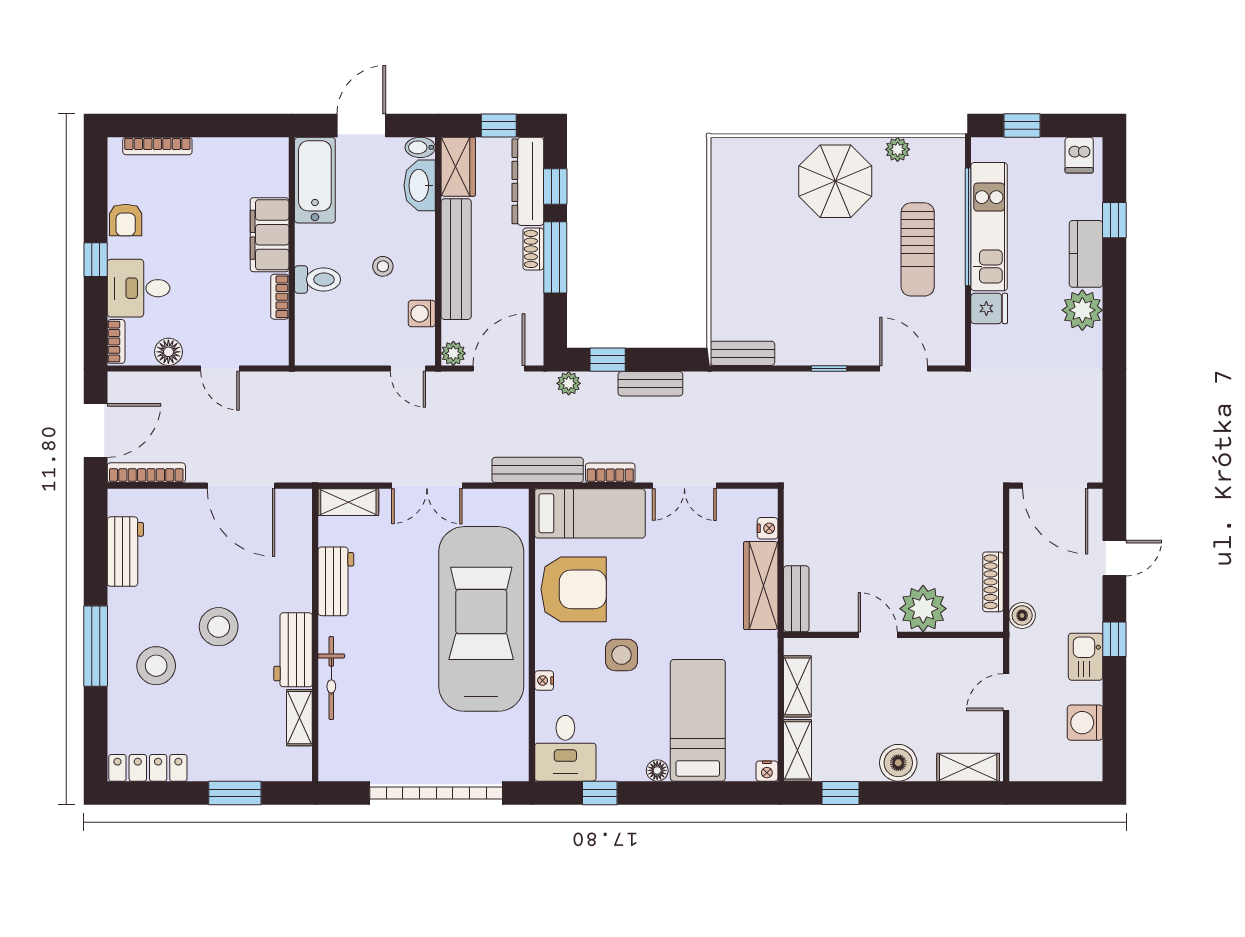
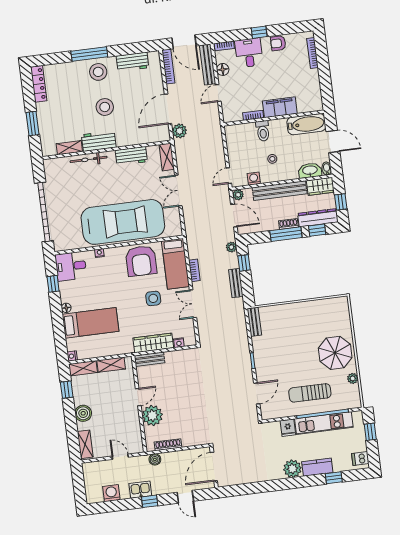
plant: (294, 466) -> (179, 131), added
bench: (538, 470) -> (208, 64), moved
side table: (622, 655) -> (153, 298), moved
stool: (156, 666) -> (98, 72), moved

